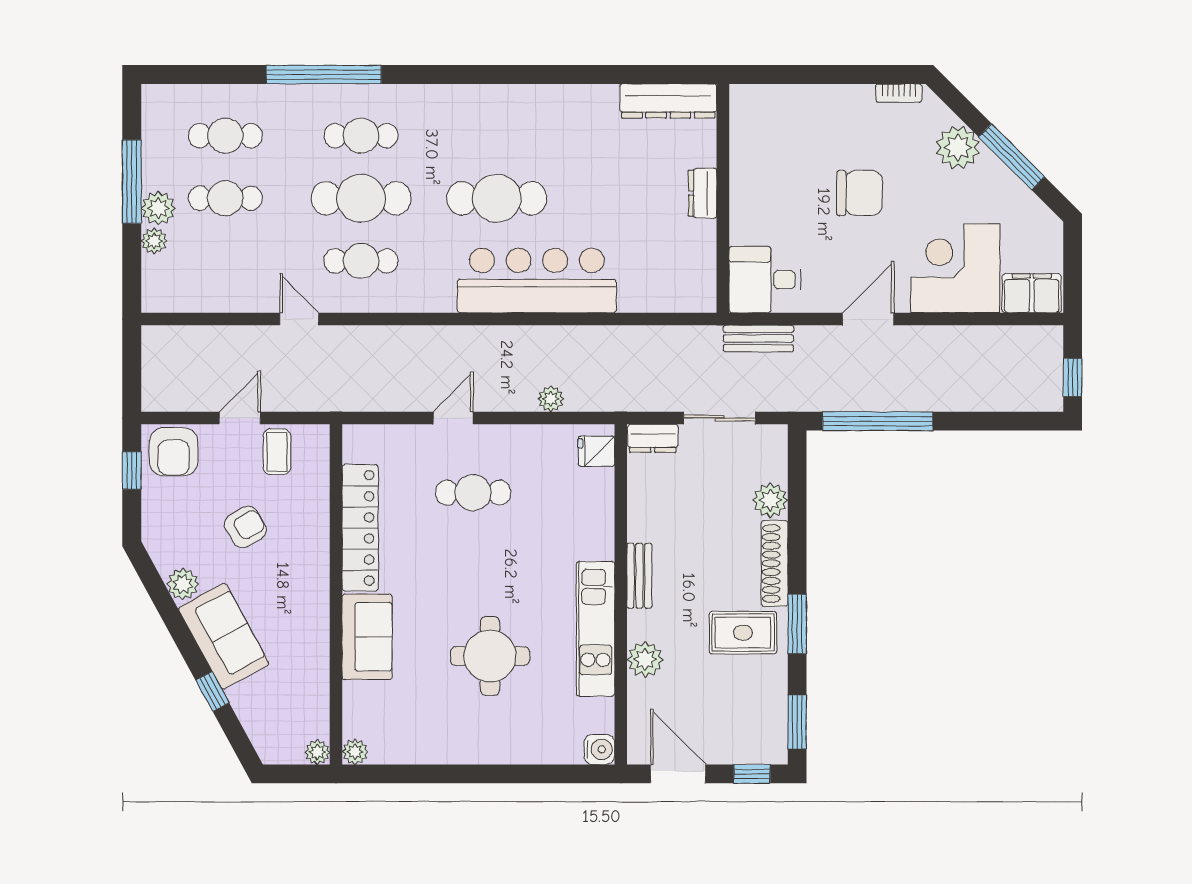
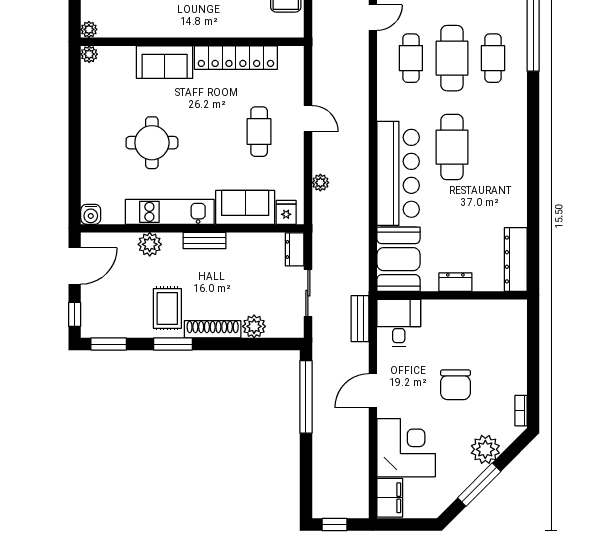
booth: (668, 280) -> (398, 259), added
door: (868, 319) -> (373, 391), swing flipped
sofa: (589, 514) -> (245, 207), added

